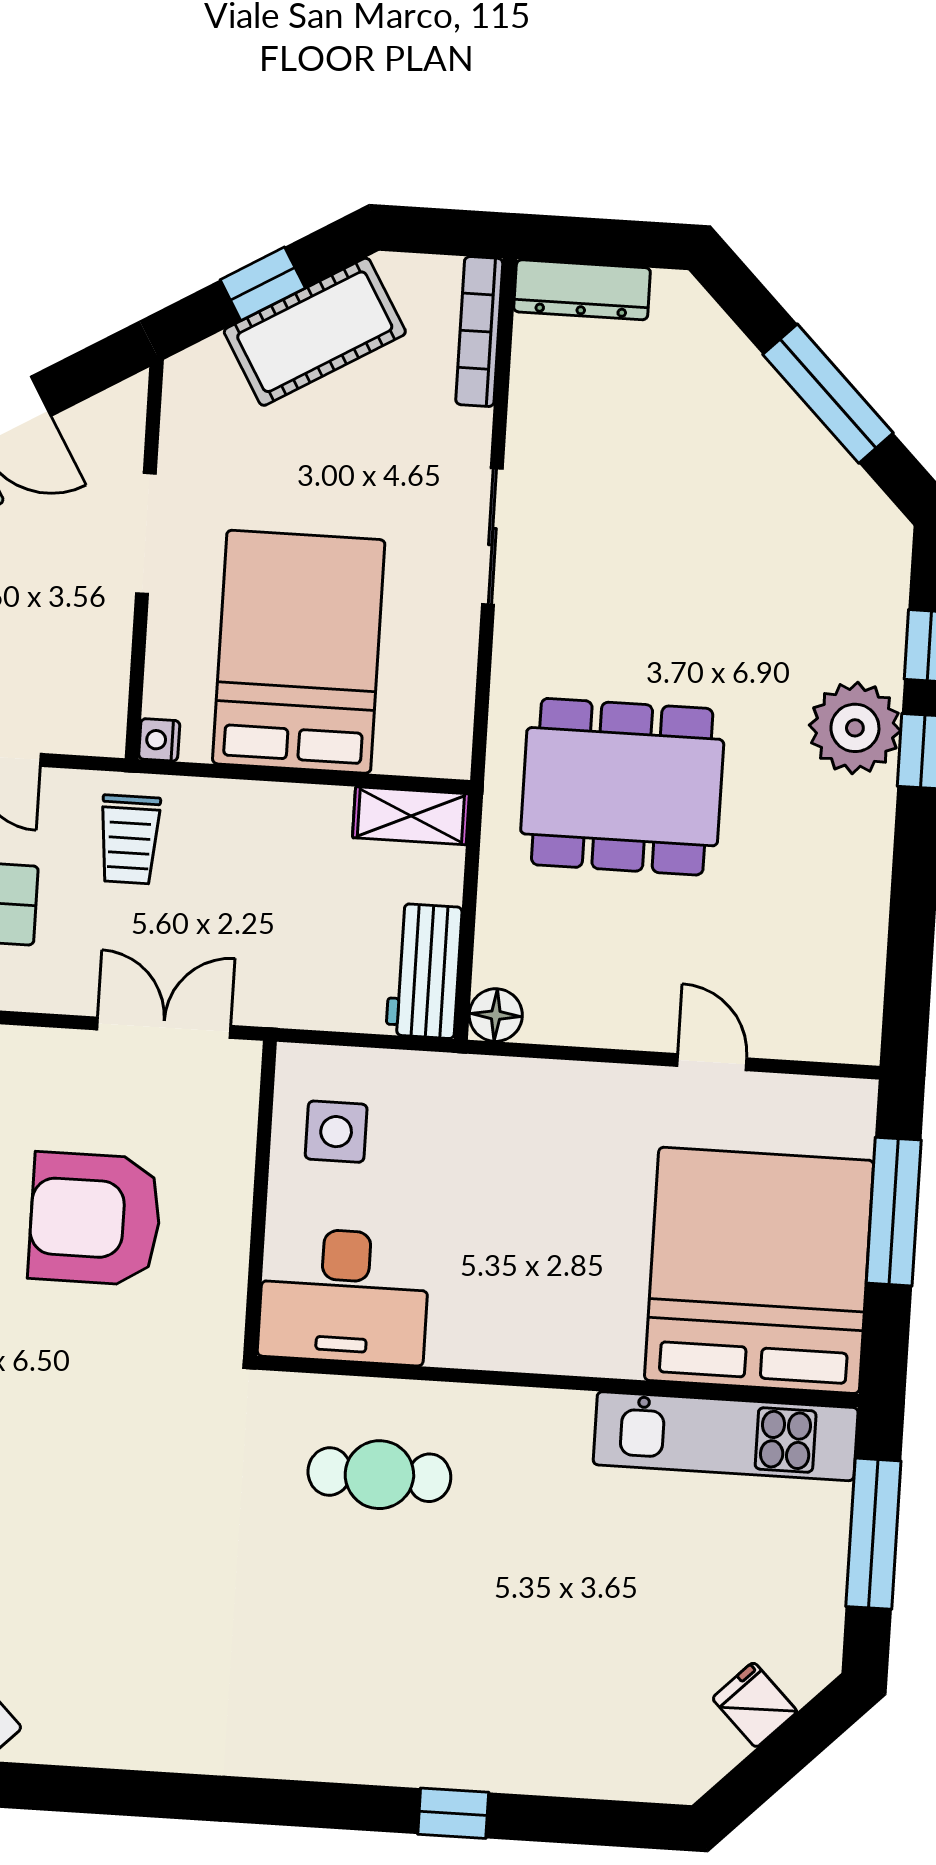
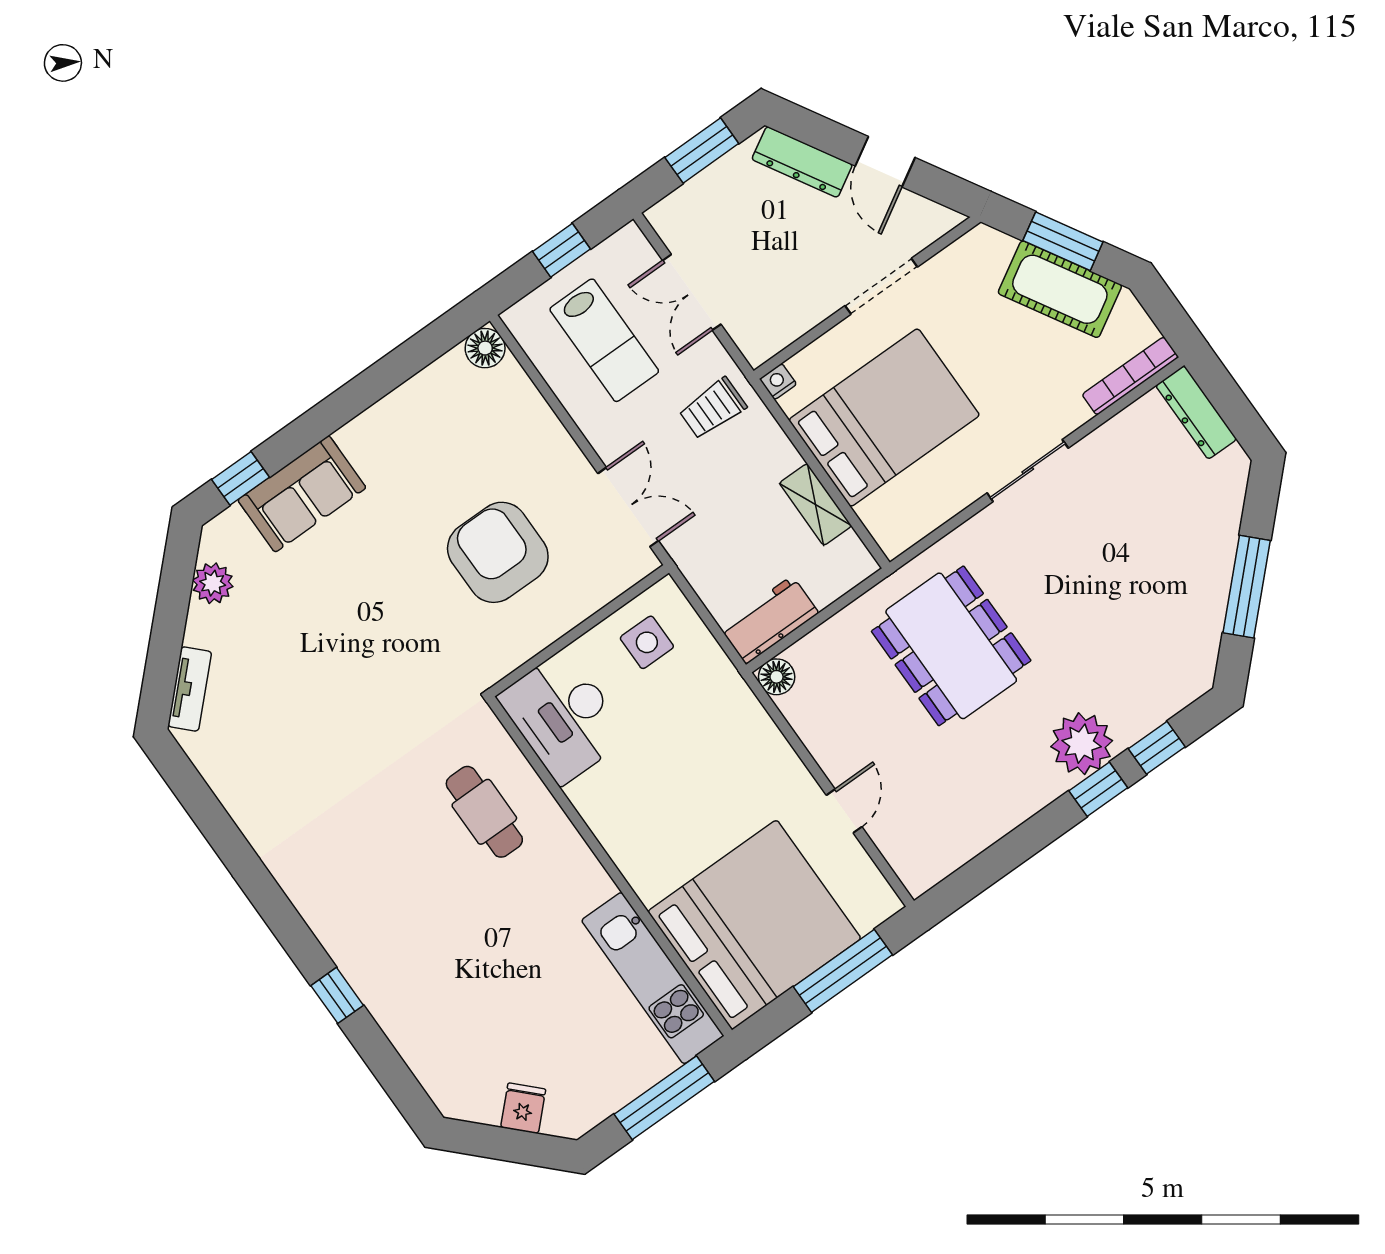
window: (263, 284) -> (1063, 241), width x1.50
shelving: (411, 816) -> (815, 505), moved

